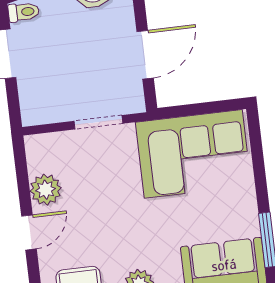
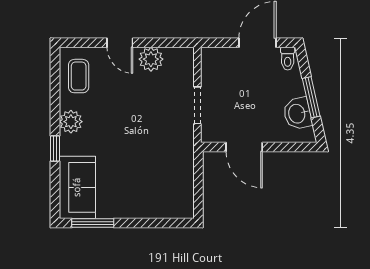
corner sofa: (193, 154) -> (165, 174), removed

